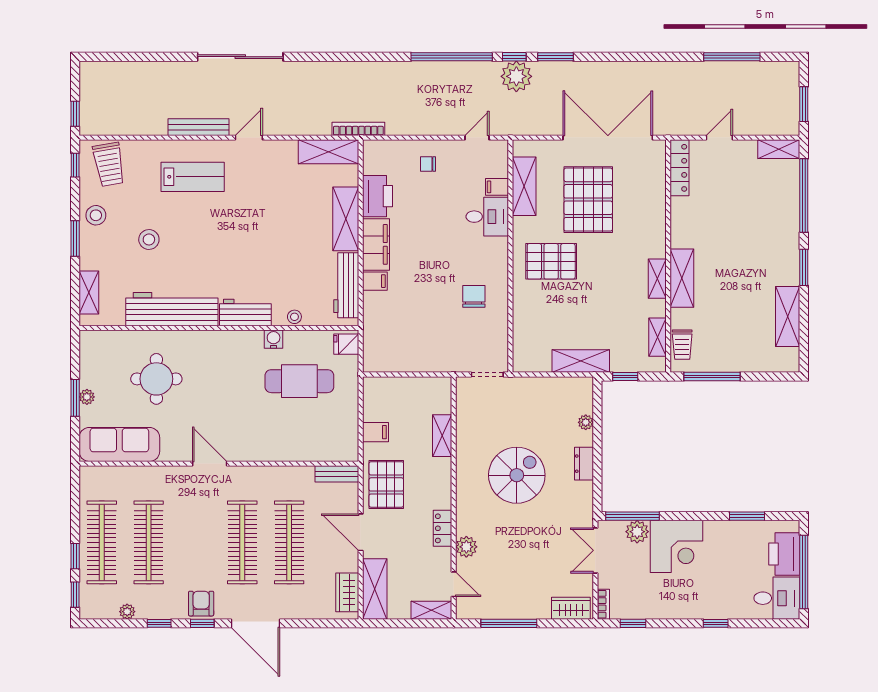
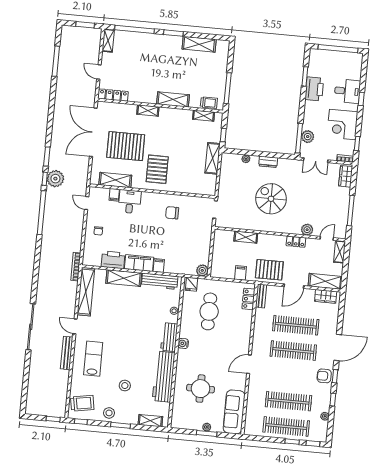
shelving: (328, 152) -> (86, 292), width x1.47
shelving: (657, 279) -> (148, 111), moved
water cooler: (274, 339) -> (183, 343), moved
plant: (373, 362) -> (202, 270), added
locker: (329, 451) -> (248, 299), added
corner desk: (676, 546) -> (342, 125), moved, turned 180
printer: (784, 554) -> (314, 89), moved, turned -90
desk: (777, 598) -> (347, 91), moved, turned 90

